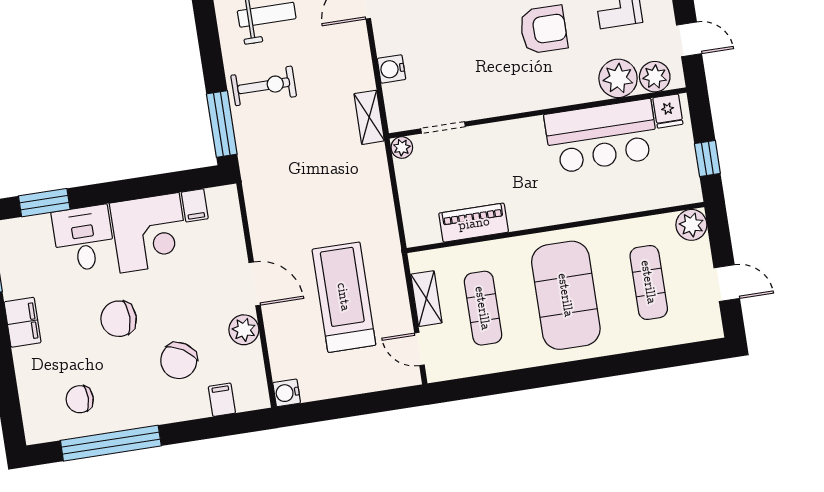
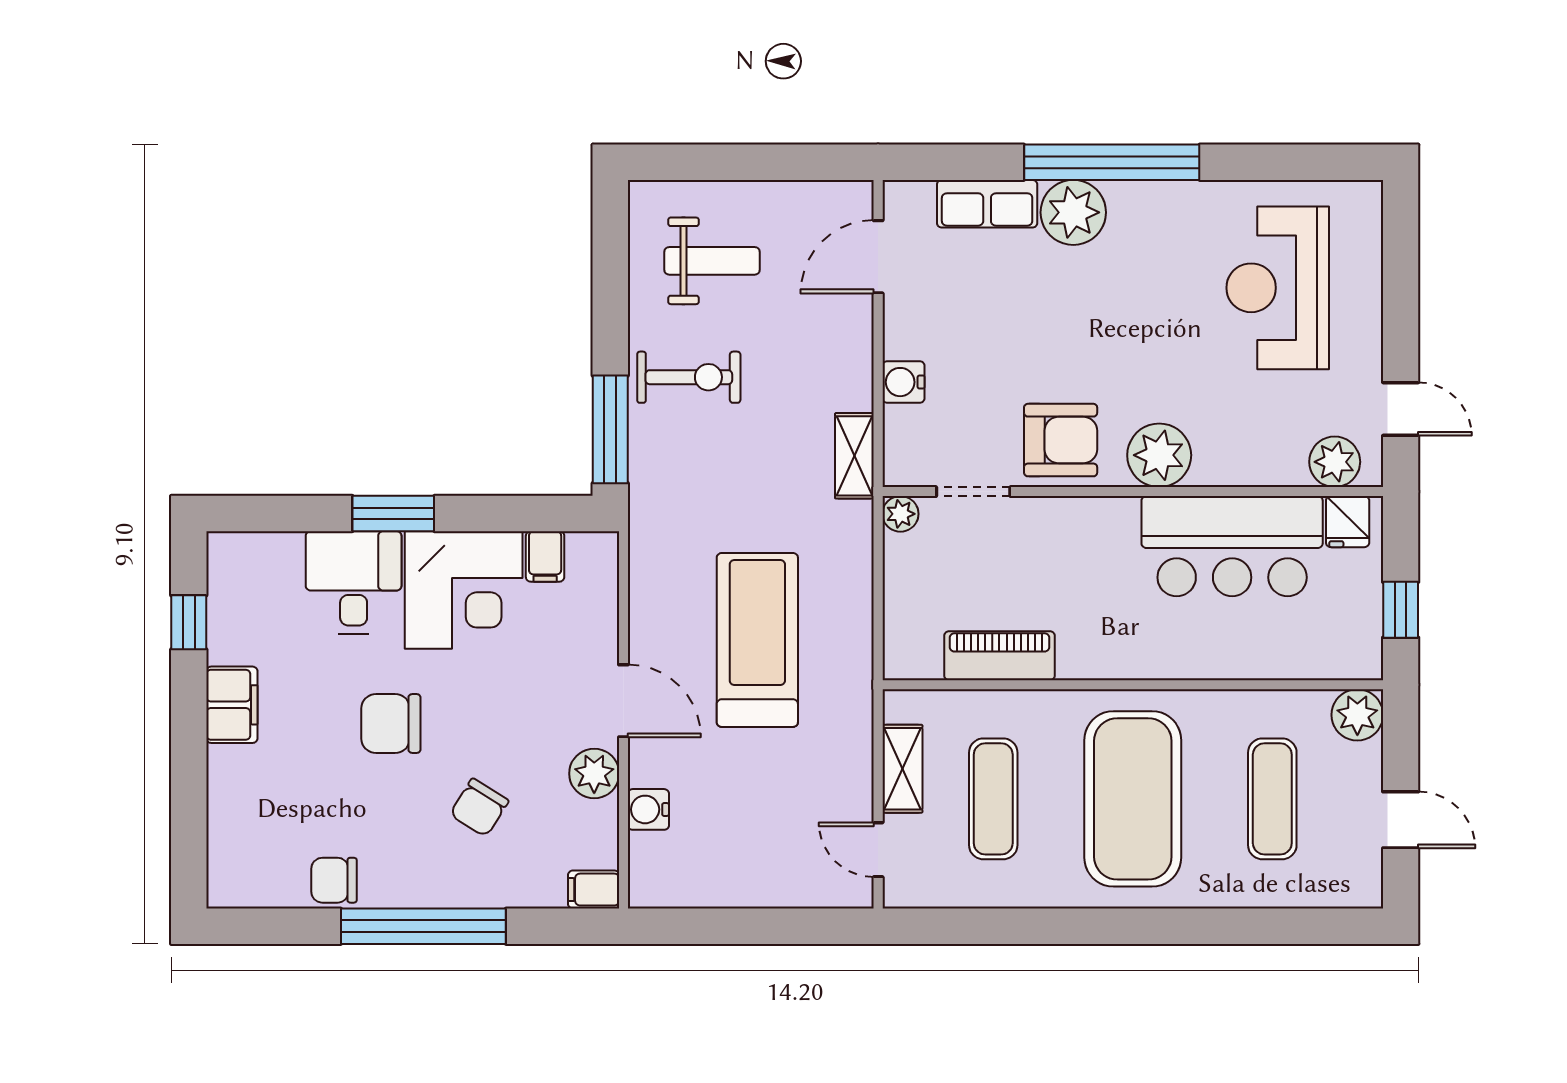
armchair: (544, 30) -> (1061, 440), moved
plant: (618, 78) -> (1159, 455), moved
window: (44, 203) -> (393, 513), moved
treadmill: (344, 297) -> (757, 640), moved
chair: (179, 361) -> (479, 808), width x0.73, depth x0.73
water cooler: (287, 393) -> (648, 809), moved
chair: (80, 399) -> (334, 880), moved
filing cabinet: (222, 400) -> (594, 890), moved, turned -90
window: (111, 443) -> (423, 926), moved

